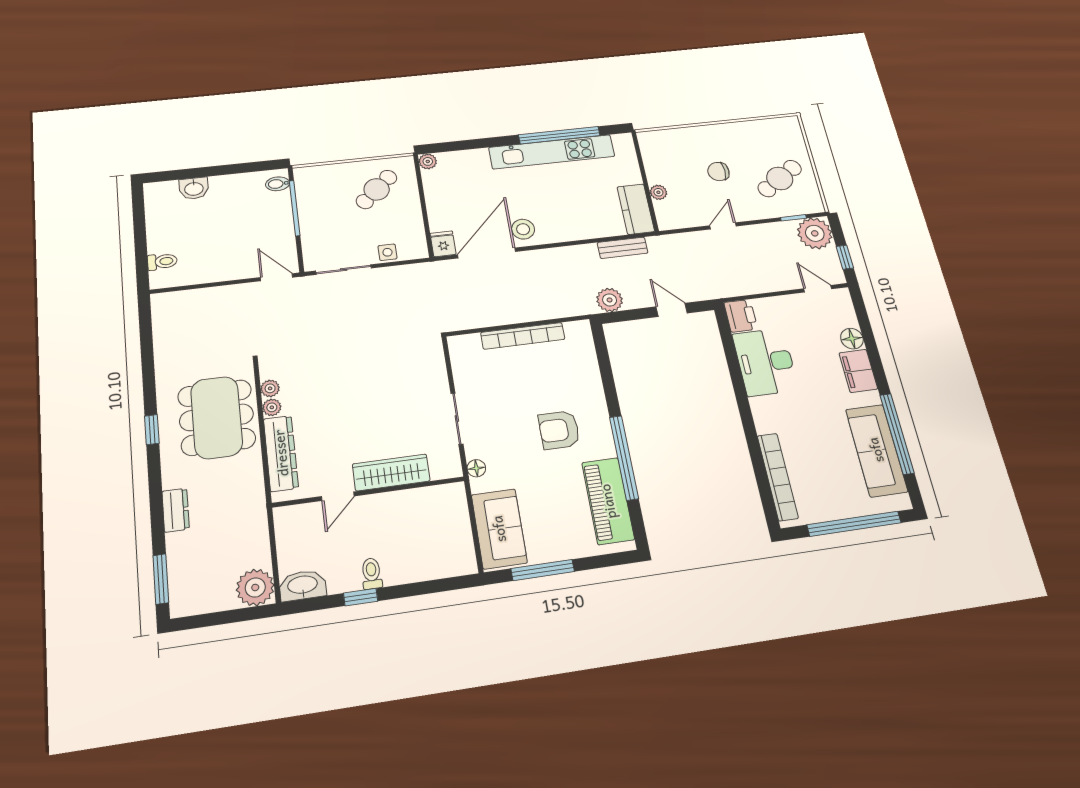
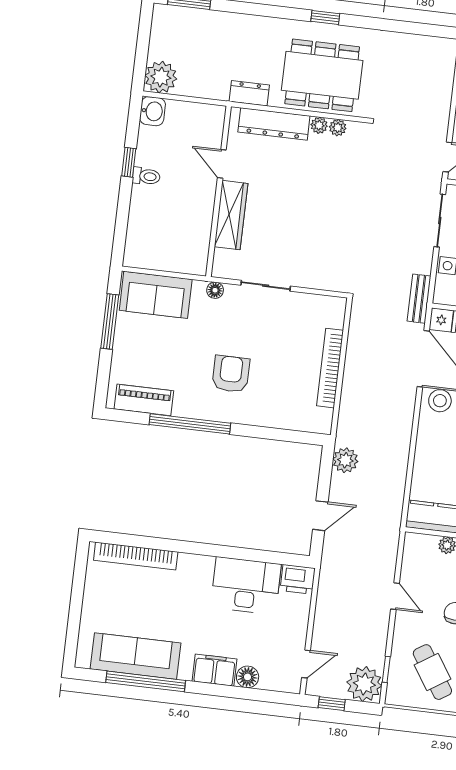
bench: (623, 248) -> (419, 299), moved
piano: (608, 501) -> (144, 400), width x0.73, depth x0.75
dresser: (176, 510) -> (249, 93), moved, turned 180
window: (854, 524) -> (76, 608), removed
washbasin: (303, 585) -> (153, 111), width x0.72

